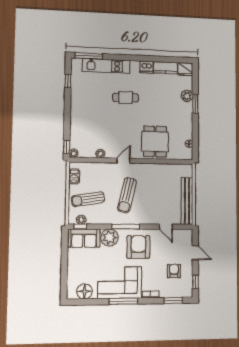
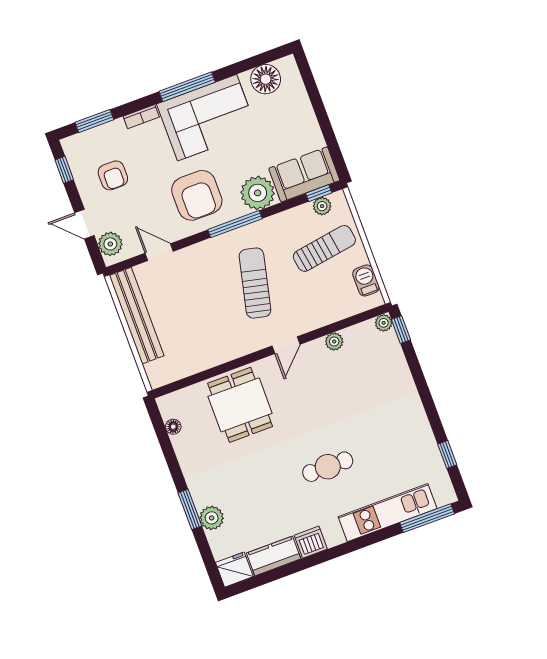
plant: (187, 239) -> (110, 244), added

